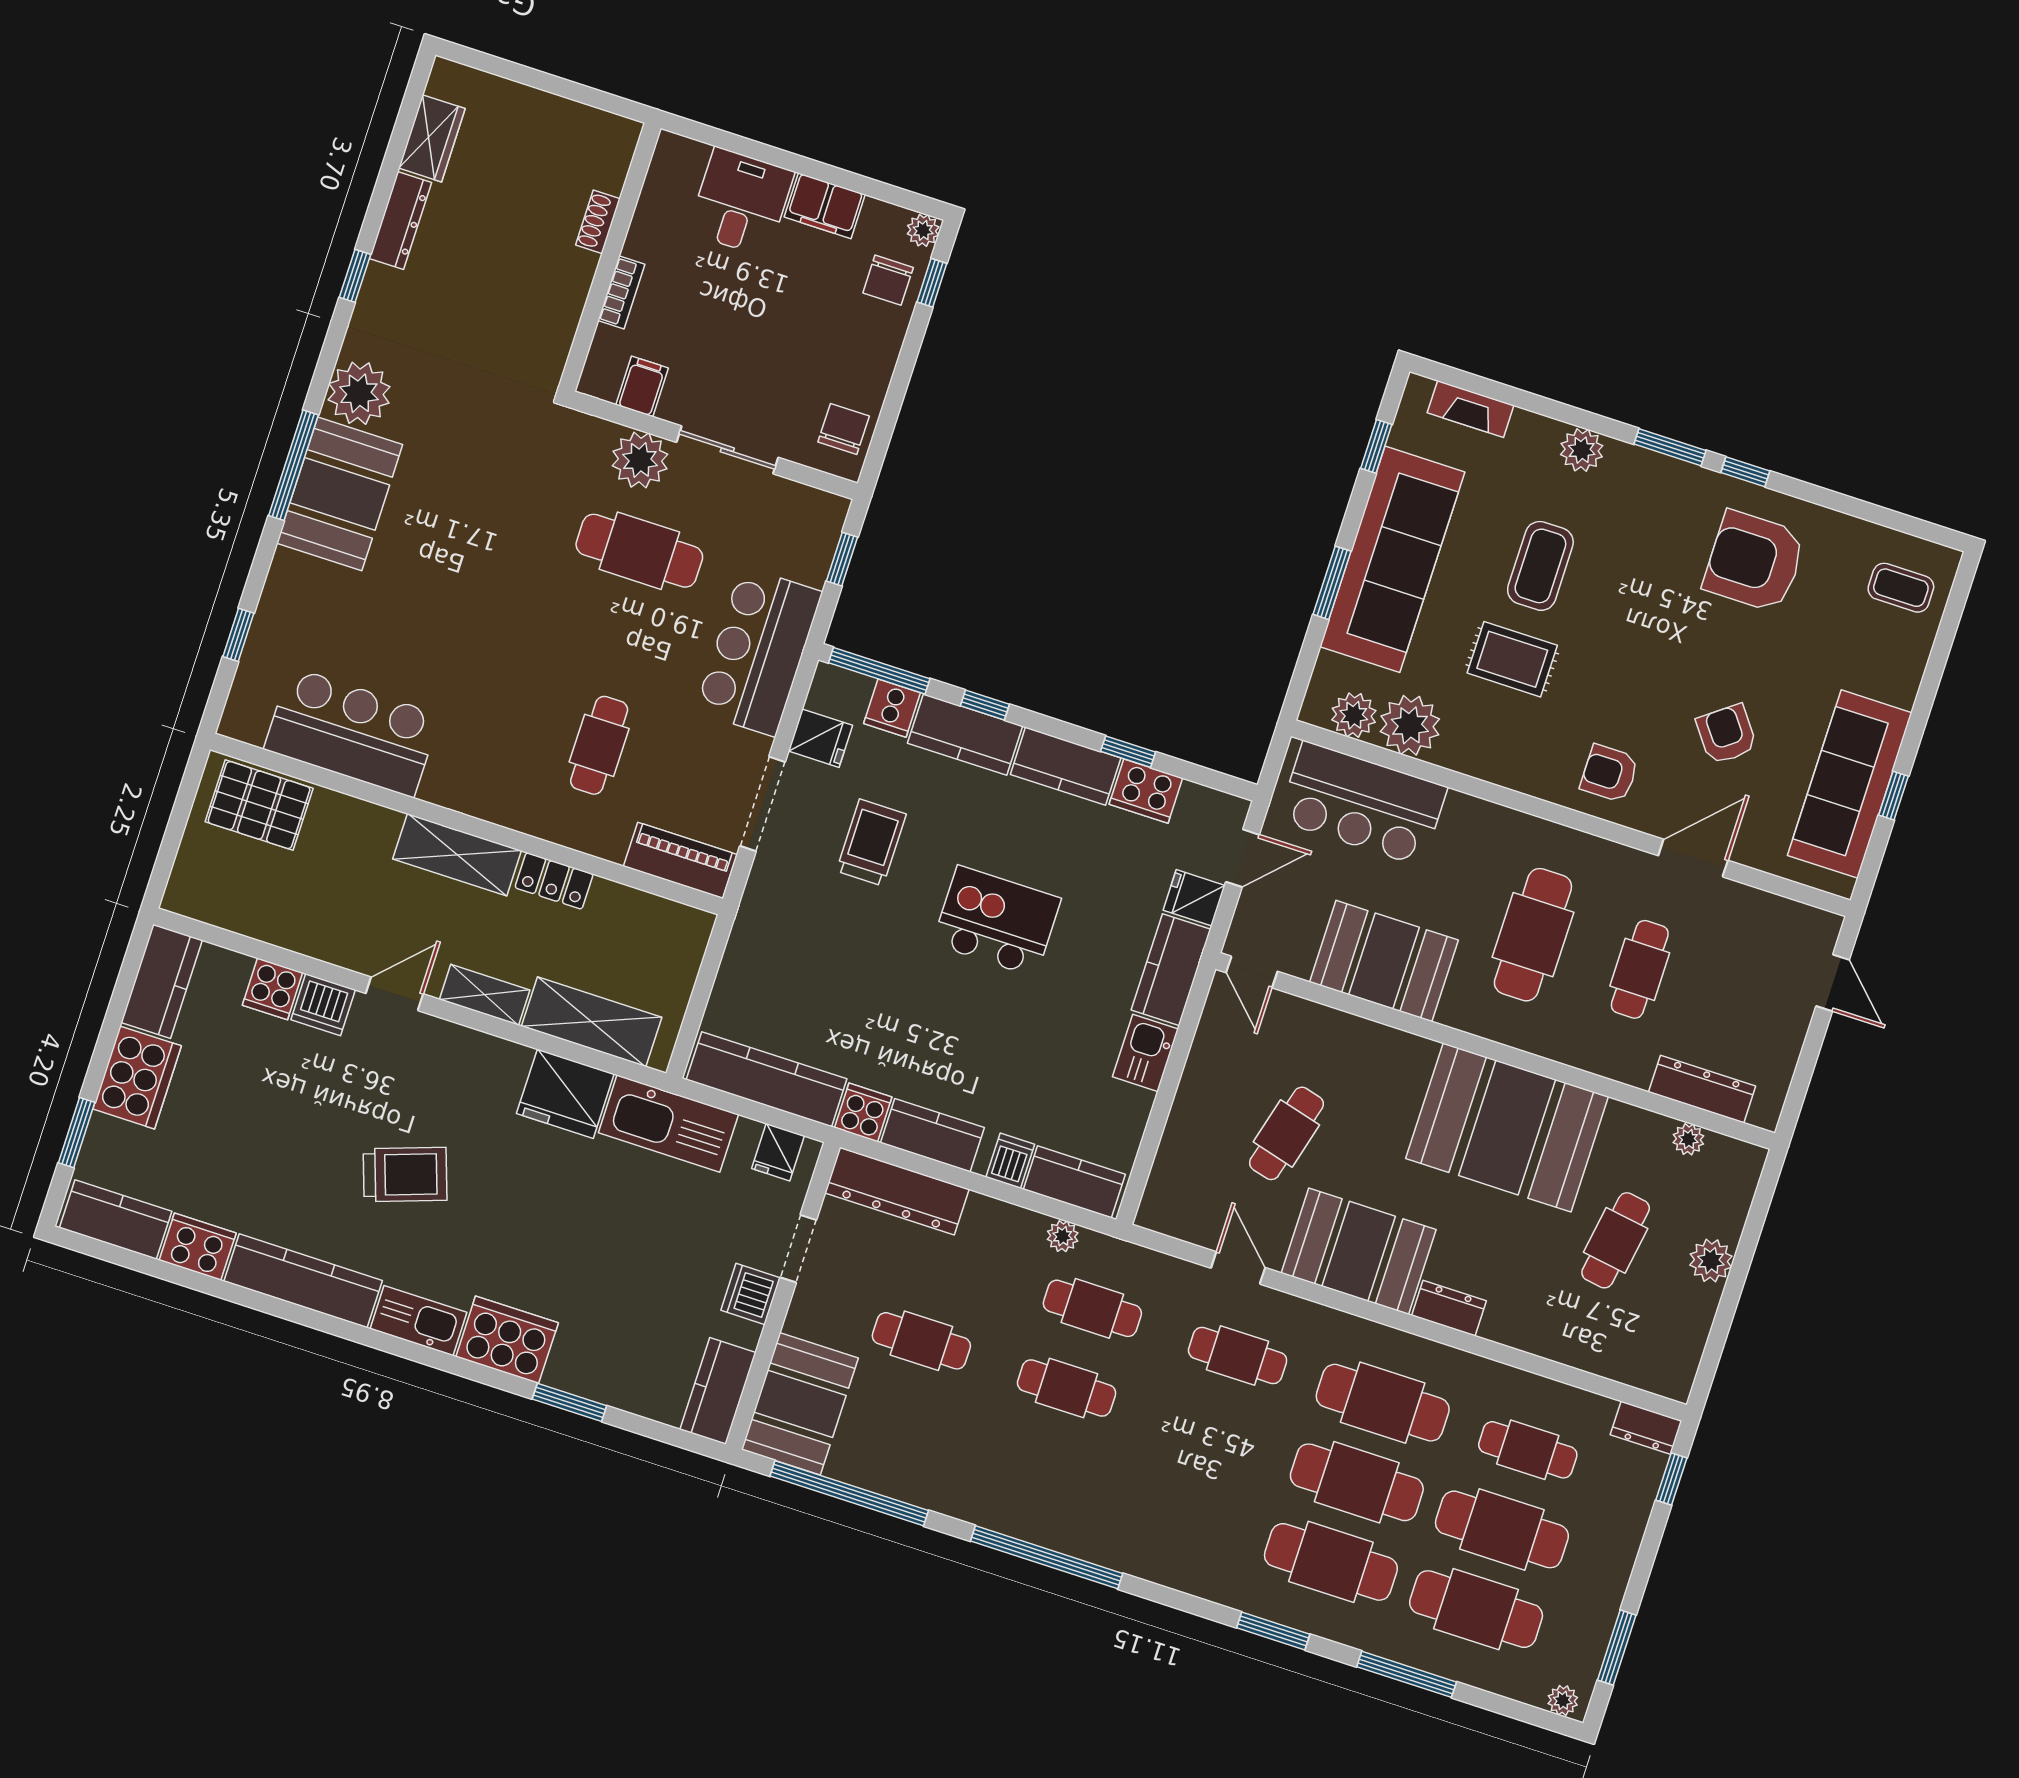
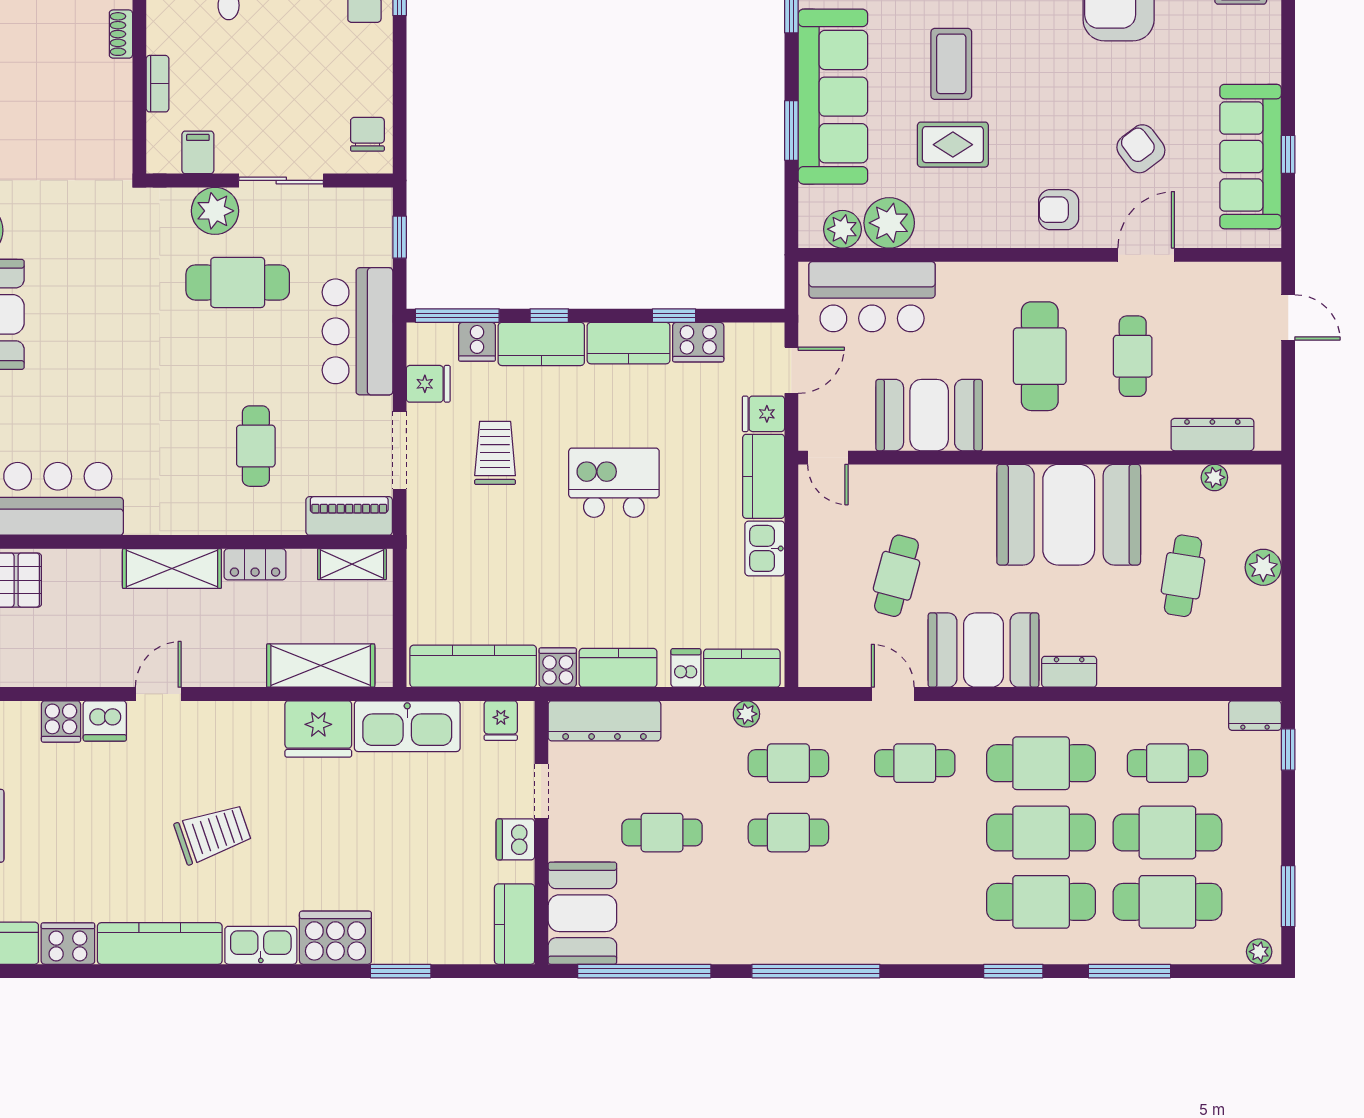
shelving: (485, 995) -> (352, 564), moved

